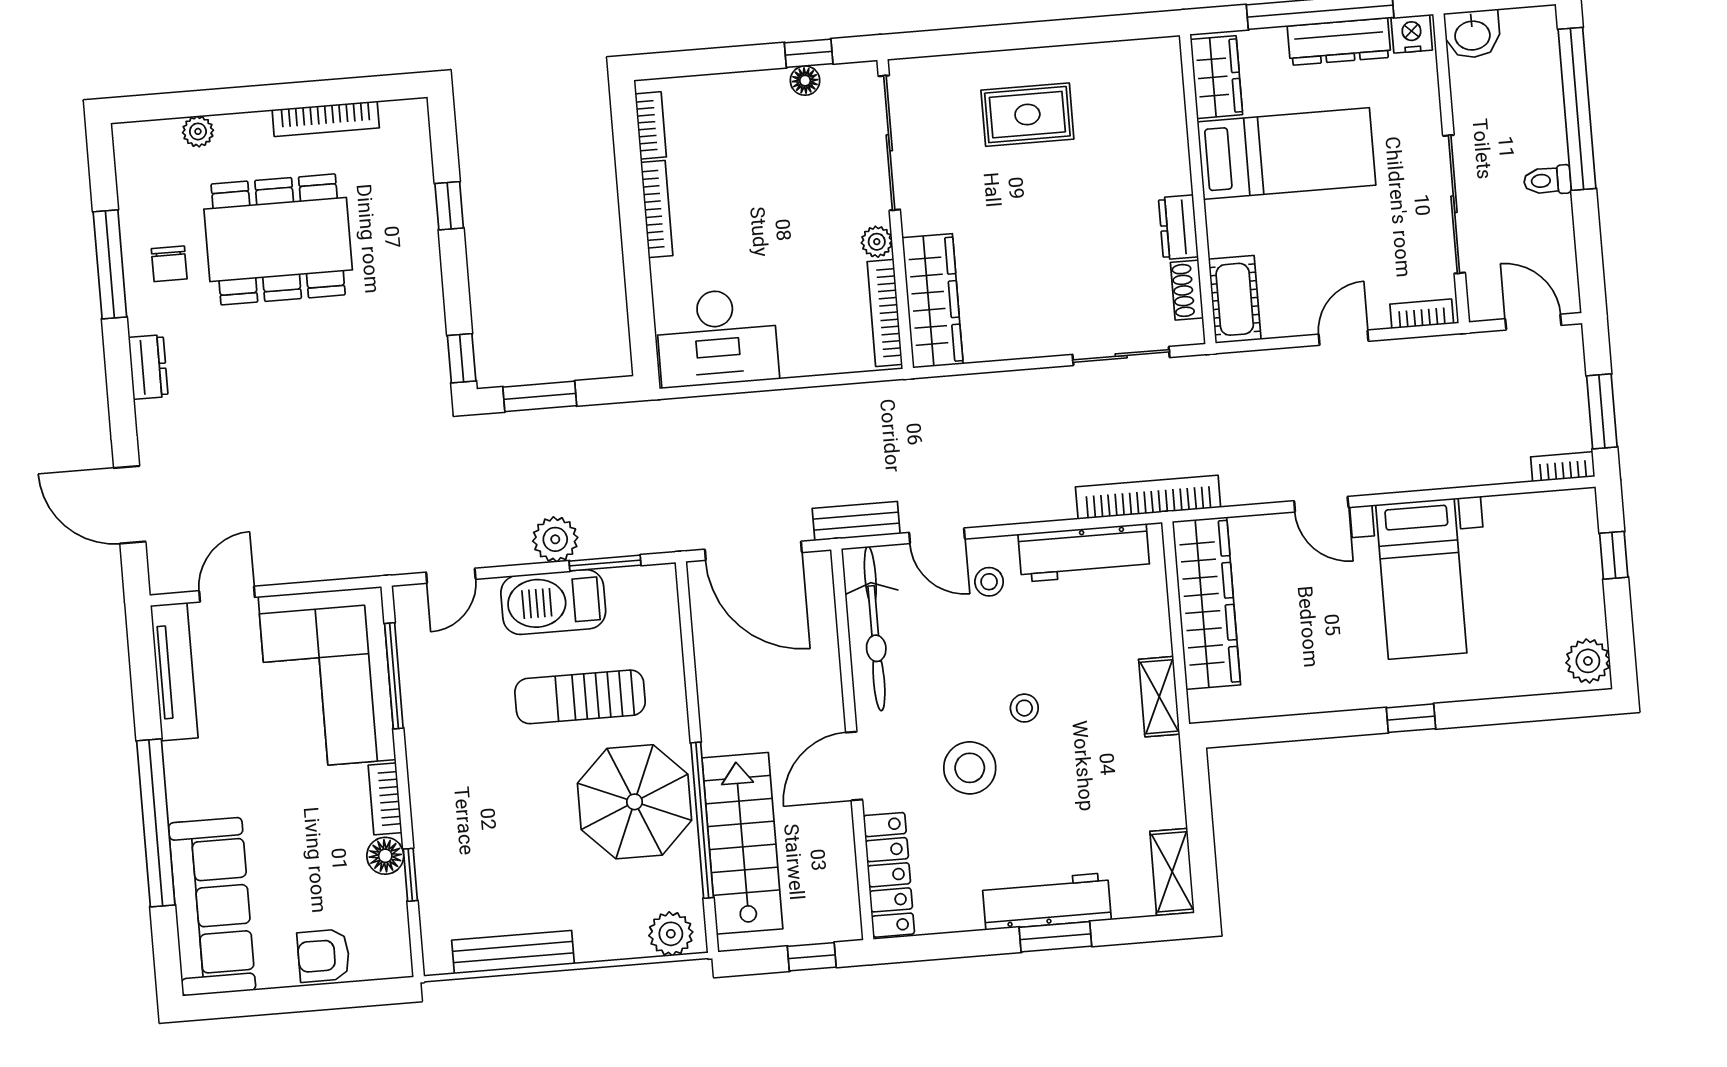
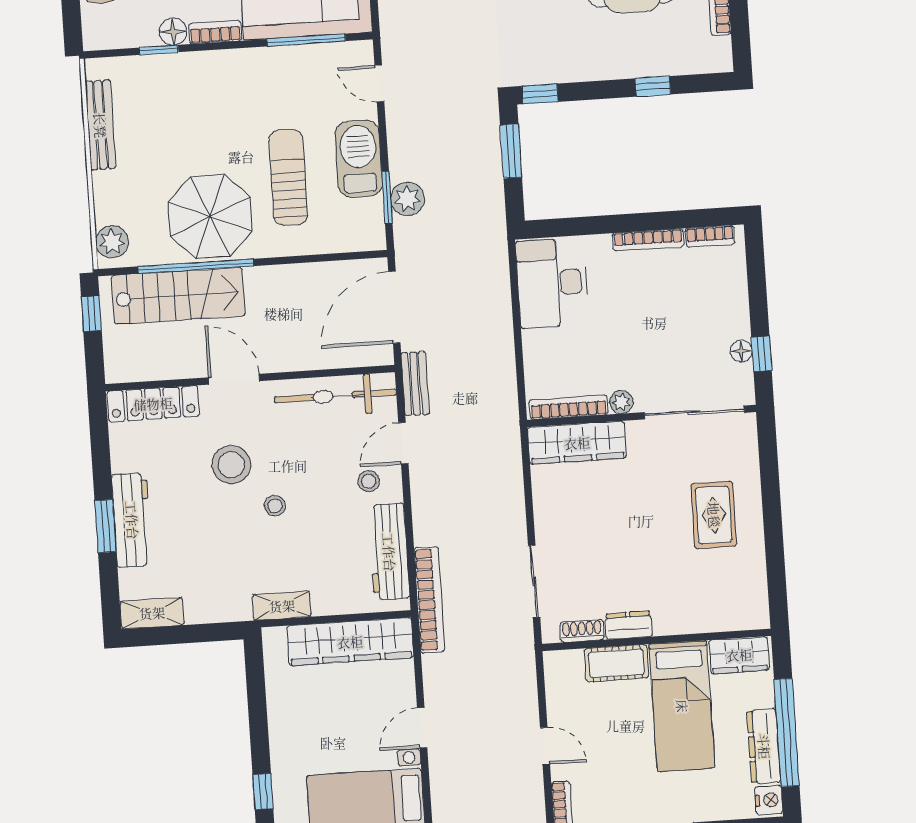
cot: (1235, 299) -> (616, 663), moved
plant: (555, 539) -> (408, 199), moved
window: (812, 957) -> (91, 314), moved

